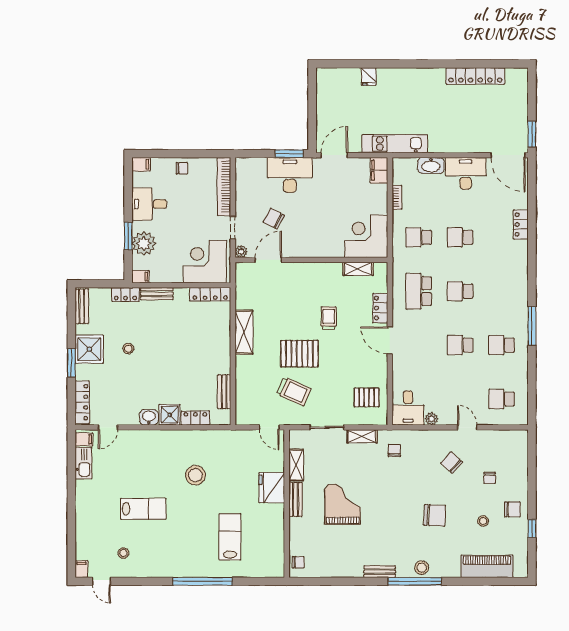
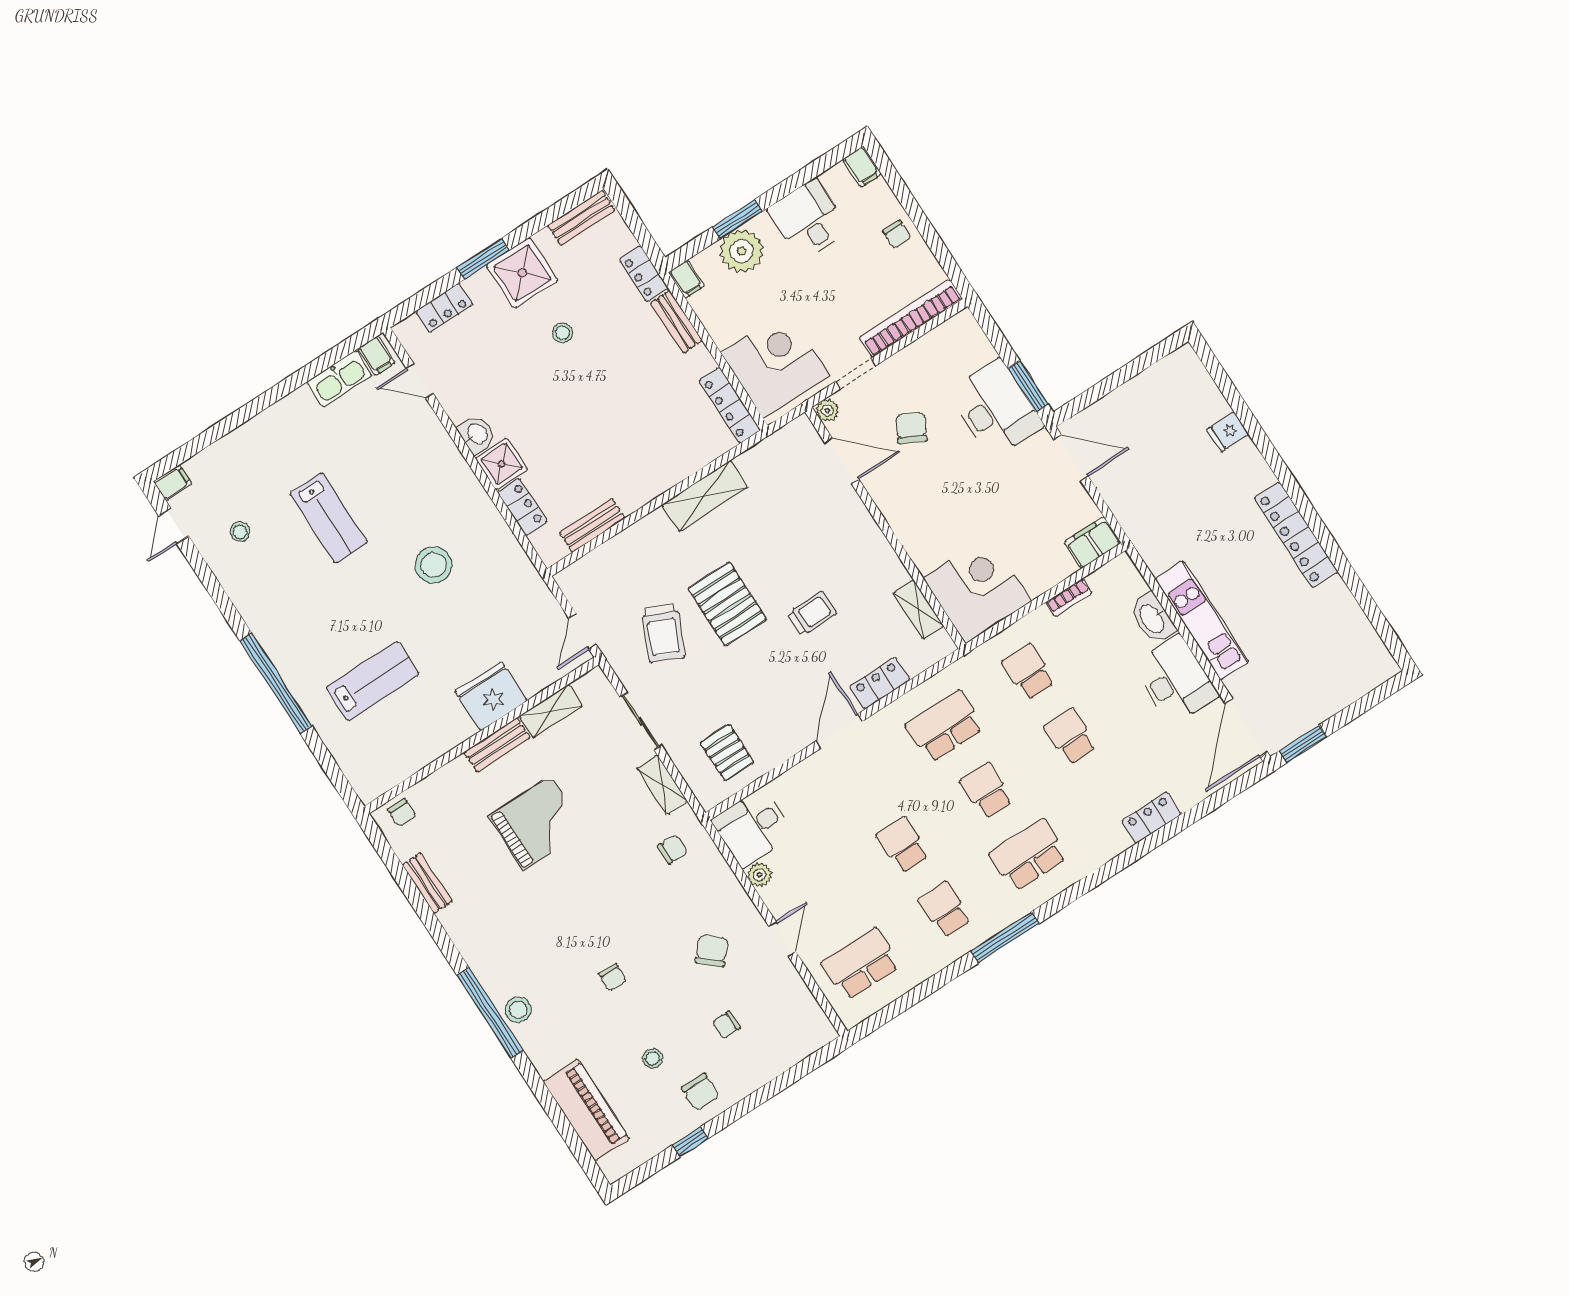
locker: (475, 76) -> (1296, 535), moved
kitchen unit: (395, 144) -> (1202, 621), moved
school desk: (502, 291) -> (1028, 855), added
school desk: (502, 399) -> (861, 964), width x1.85
locker: (82, 402) -> (444, 308), width x0.66
chair: (435, 515) -> (613, 977), width x0.54, depth x0.54
bench: (380, 572) -> (427, 883), moved

